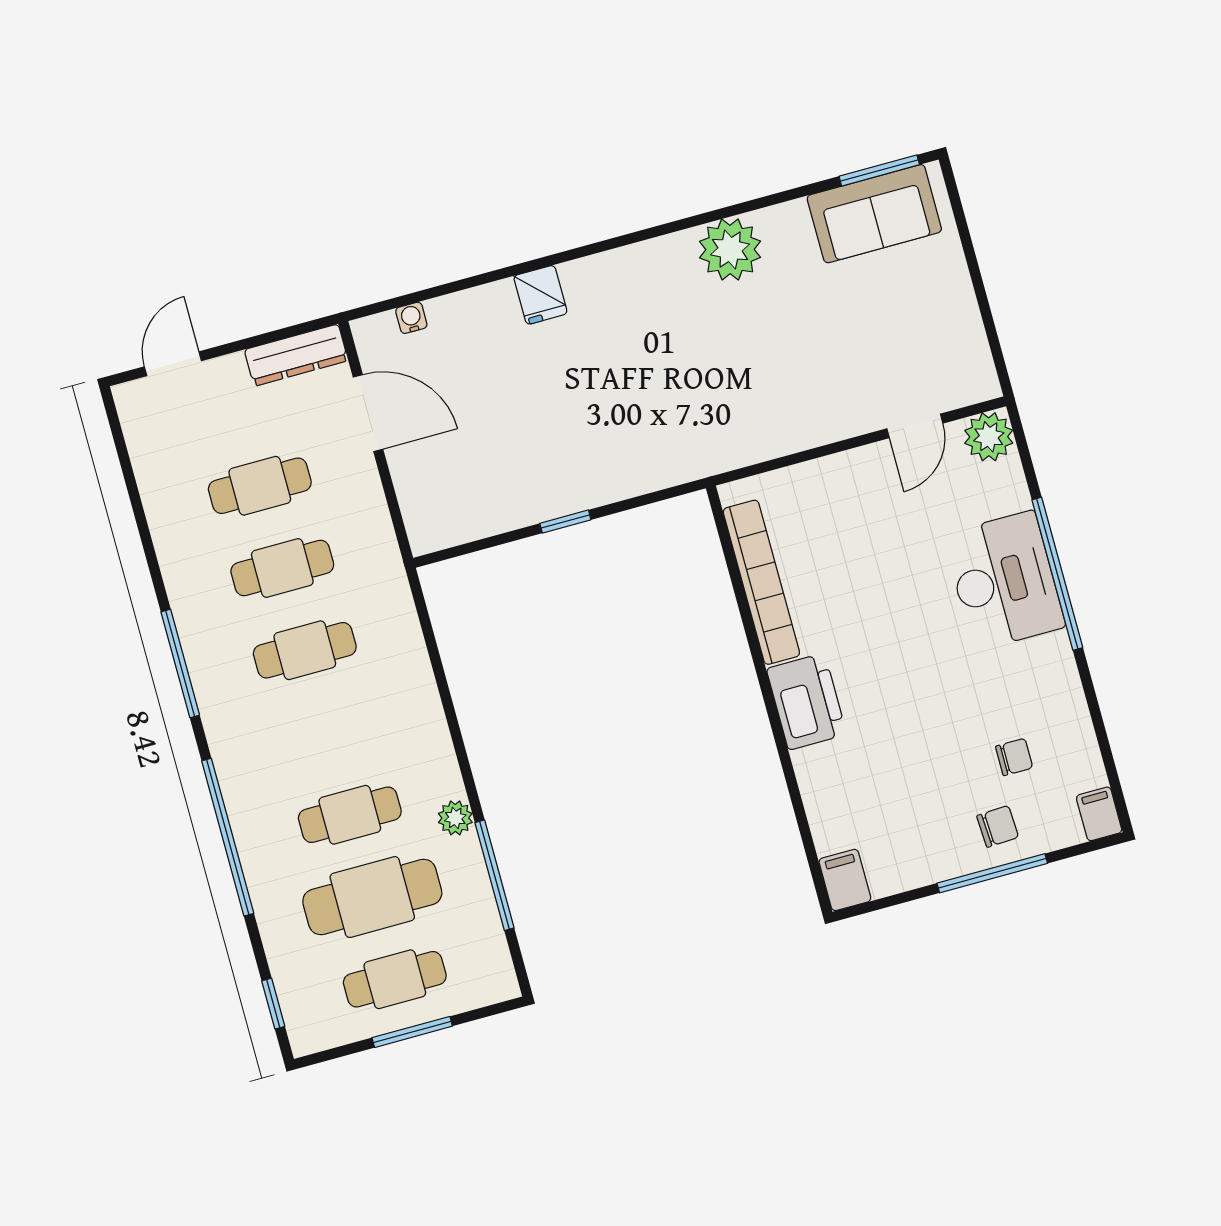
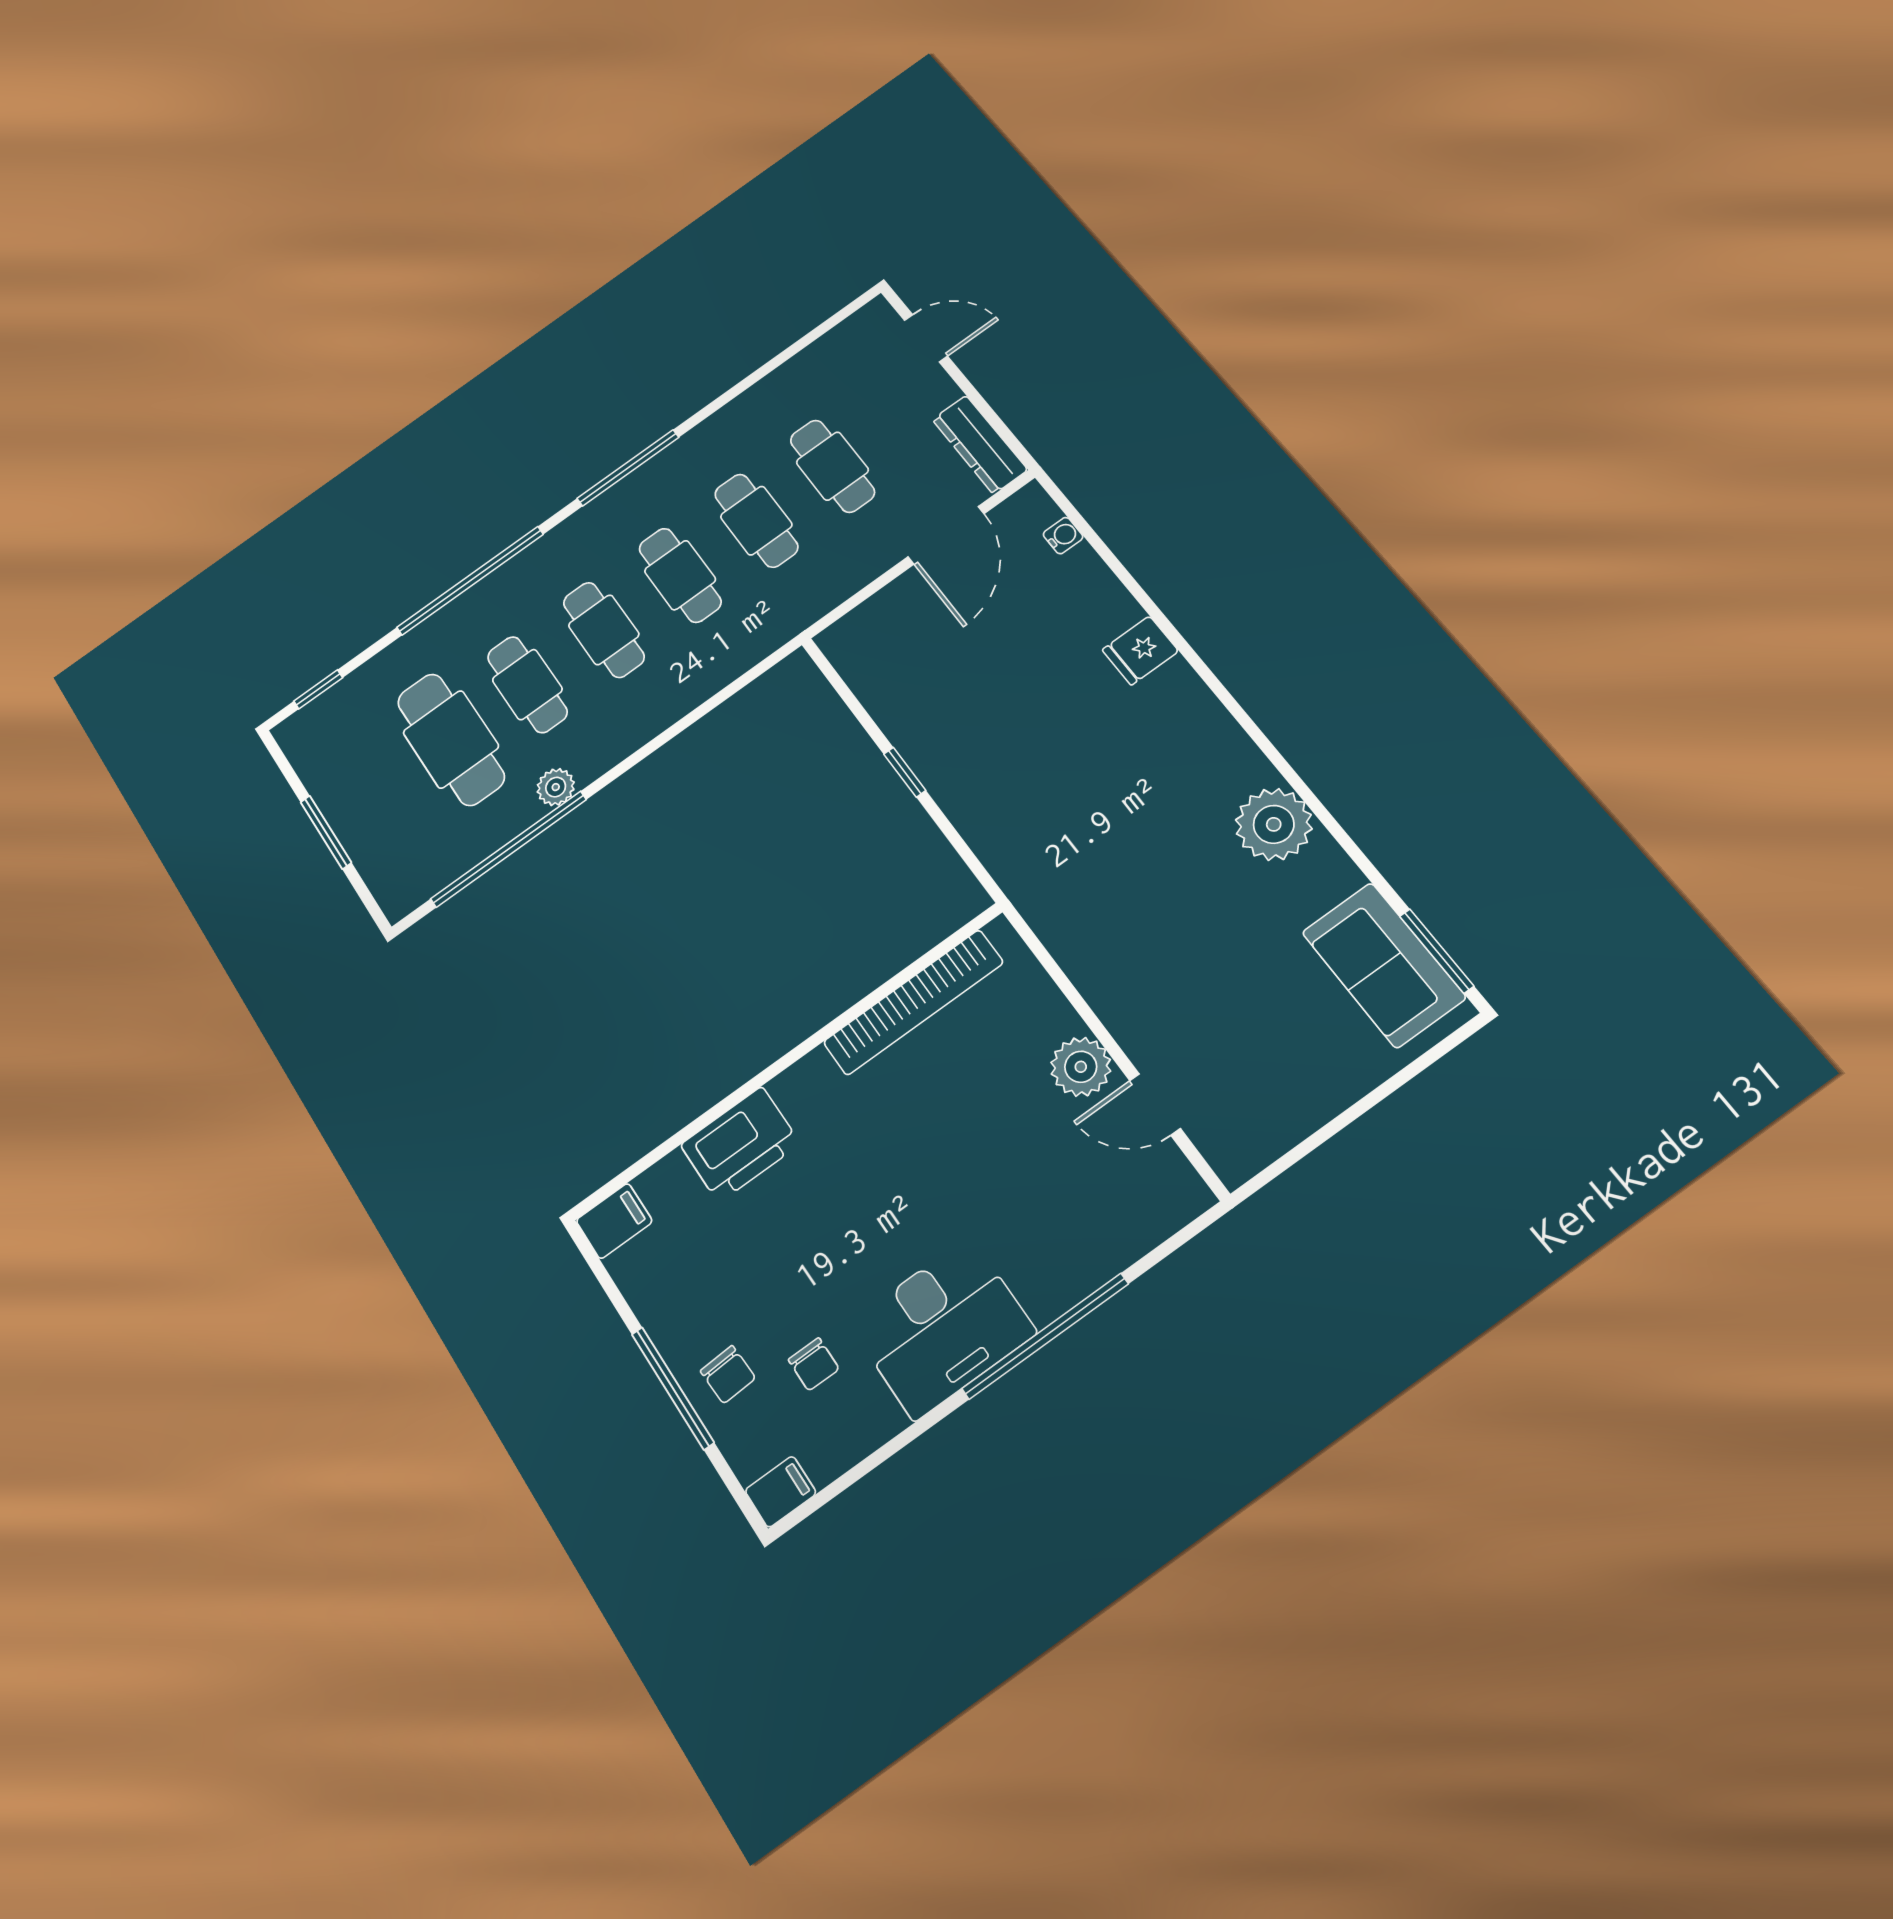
plant: (989, 437) -> (1081, 1067), moved
desk: (1004, 581) -> (942, 1328), moved
printer: (807, 702) -> (740, 1144), moved
window: (494, 875) -> (508, 849), width x1.46
cafe table: (395, 979) -> (604, 630), moved

